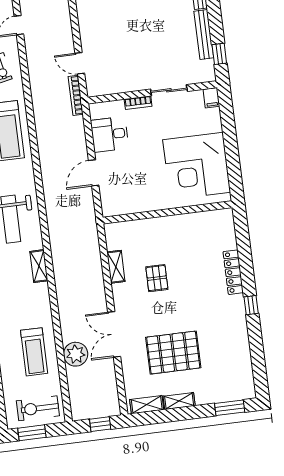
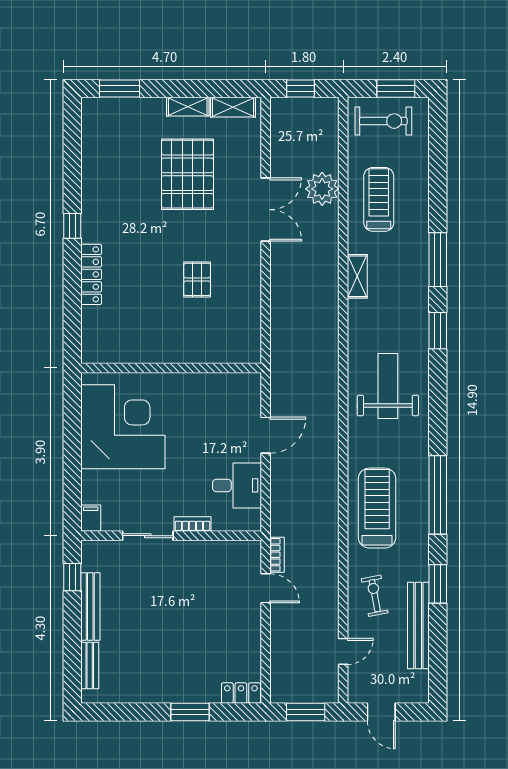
bookcase: (76, 95) -> (277, 555), width x0.64
shelving: (39, 266) -> (357, 276), moved
shelving: (116, 267) -> (251, 302), removed
pallet: (173, 353) -> (187, 174), turned 90

